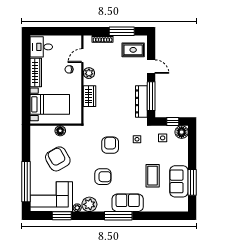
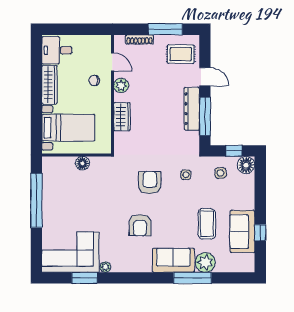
door: (82, 56) -> (112, 62), swing flipped
dresser: (141, 101) -> (192, 109), moved
armchair: (58, 159) -> (79, 201), removed
armchair: (103, 177) -> (140, 225), turned 90
window: (26, 182) -> (36, 200), moved
window: (192, 182) -> (260, 233), width x0.46
plant: (89, 204) -> (205, 262), moved
window: (118, 216) -> (192, 278), moved

